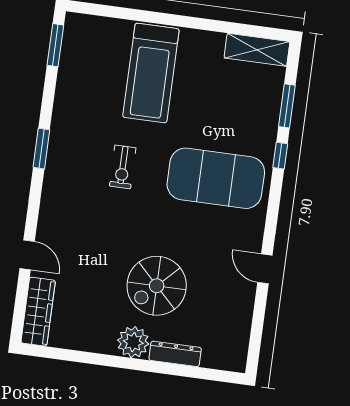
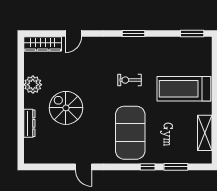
shelving: (257, 50) -> (205, 133), moved
door: (265, 269) -> (83, 167), swing flipped
plant: (133, 342) -> (33, 85), moved

